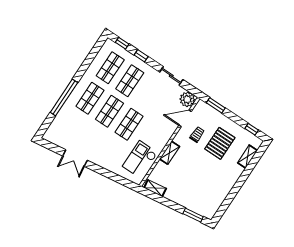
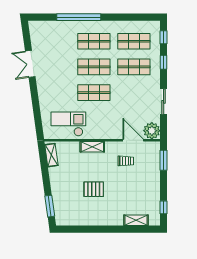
pallet: (220, 143) -> (94, 189), moved, width x0.67, depth x0.71

